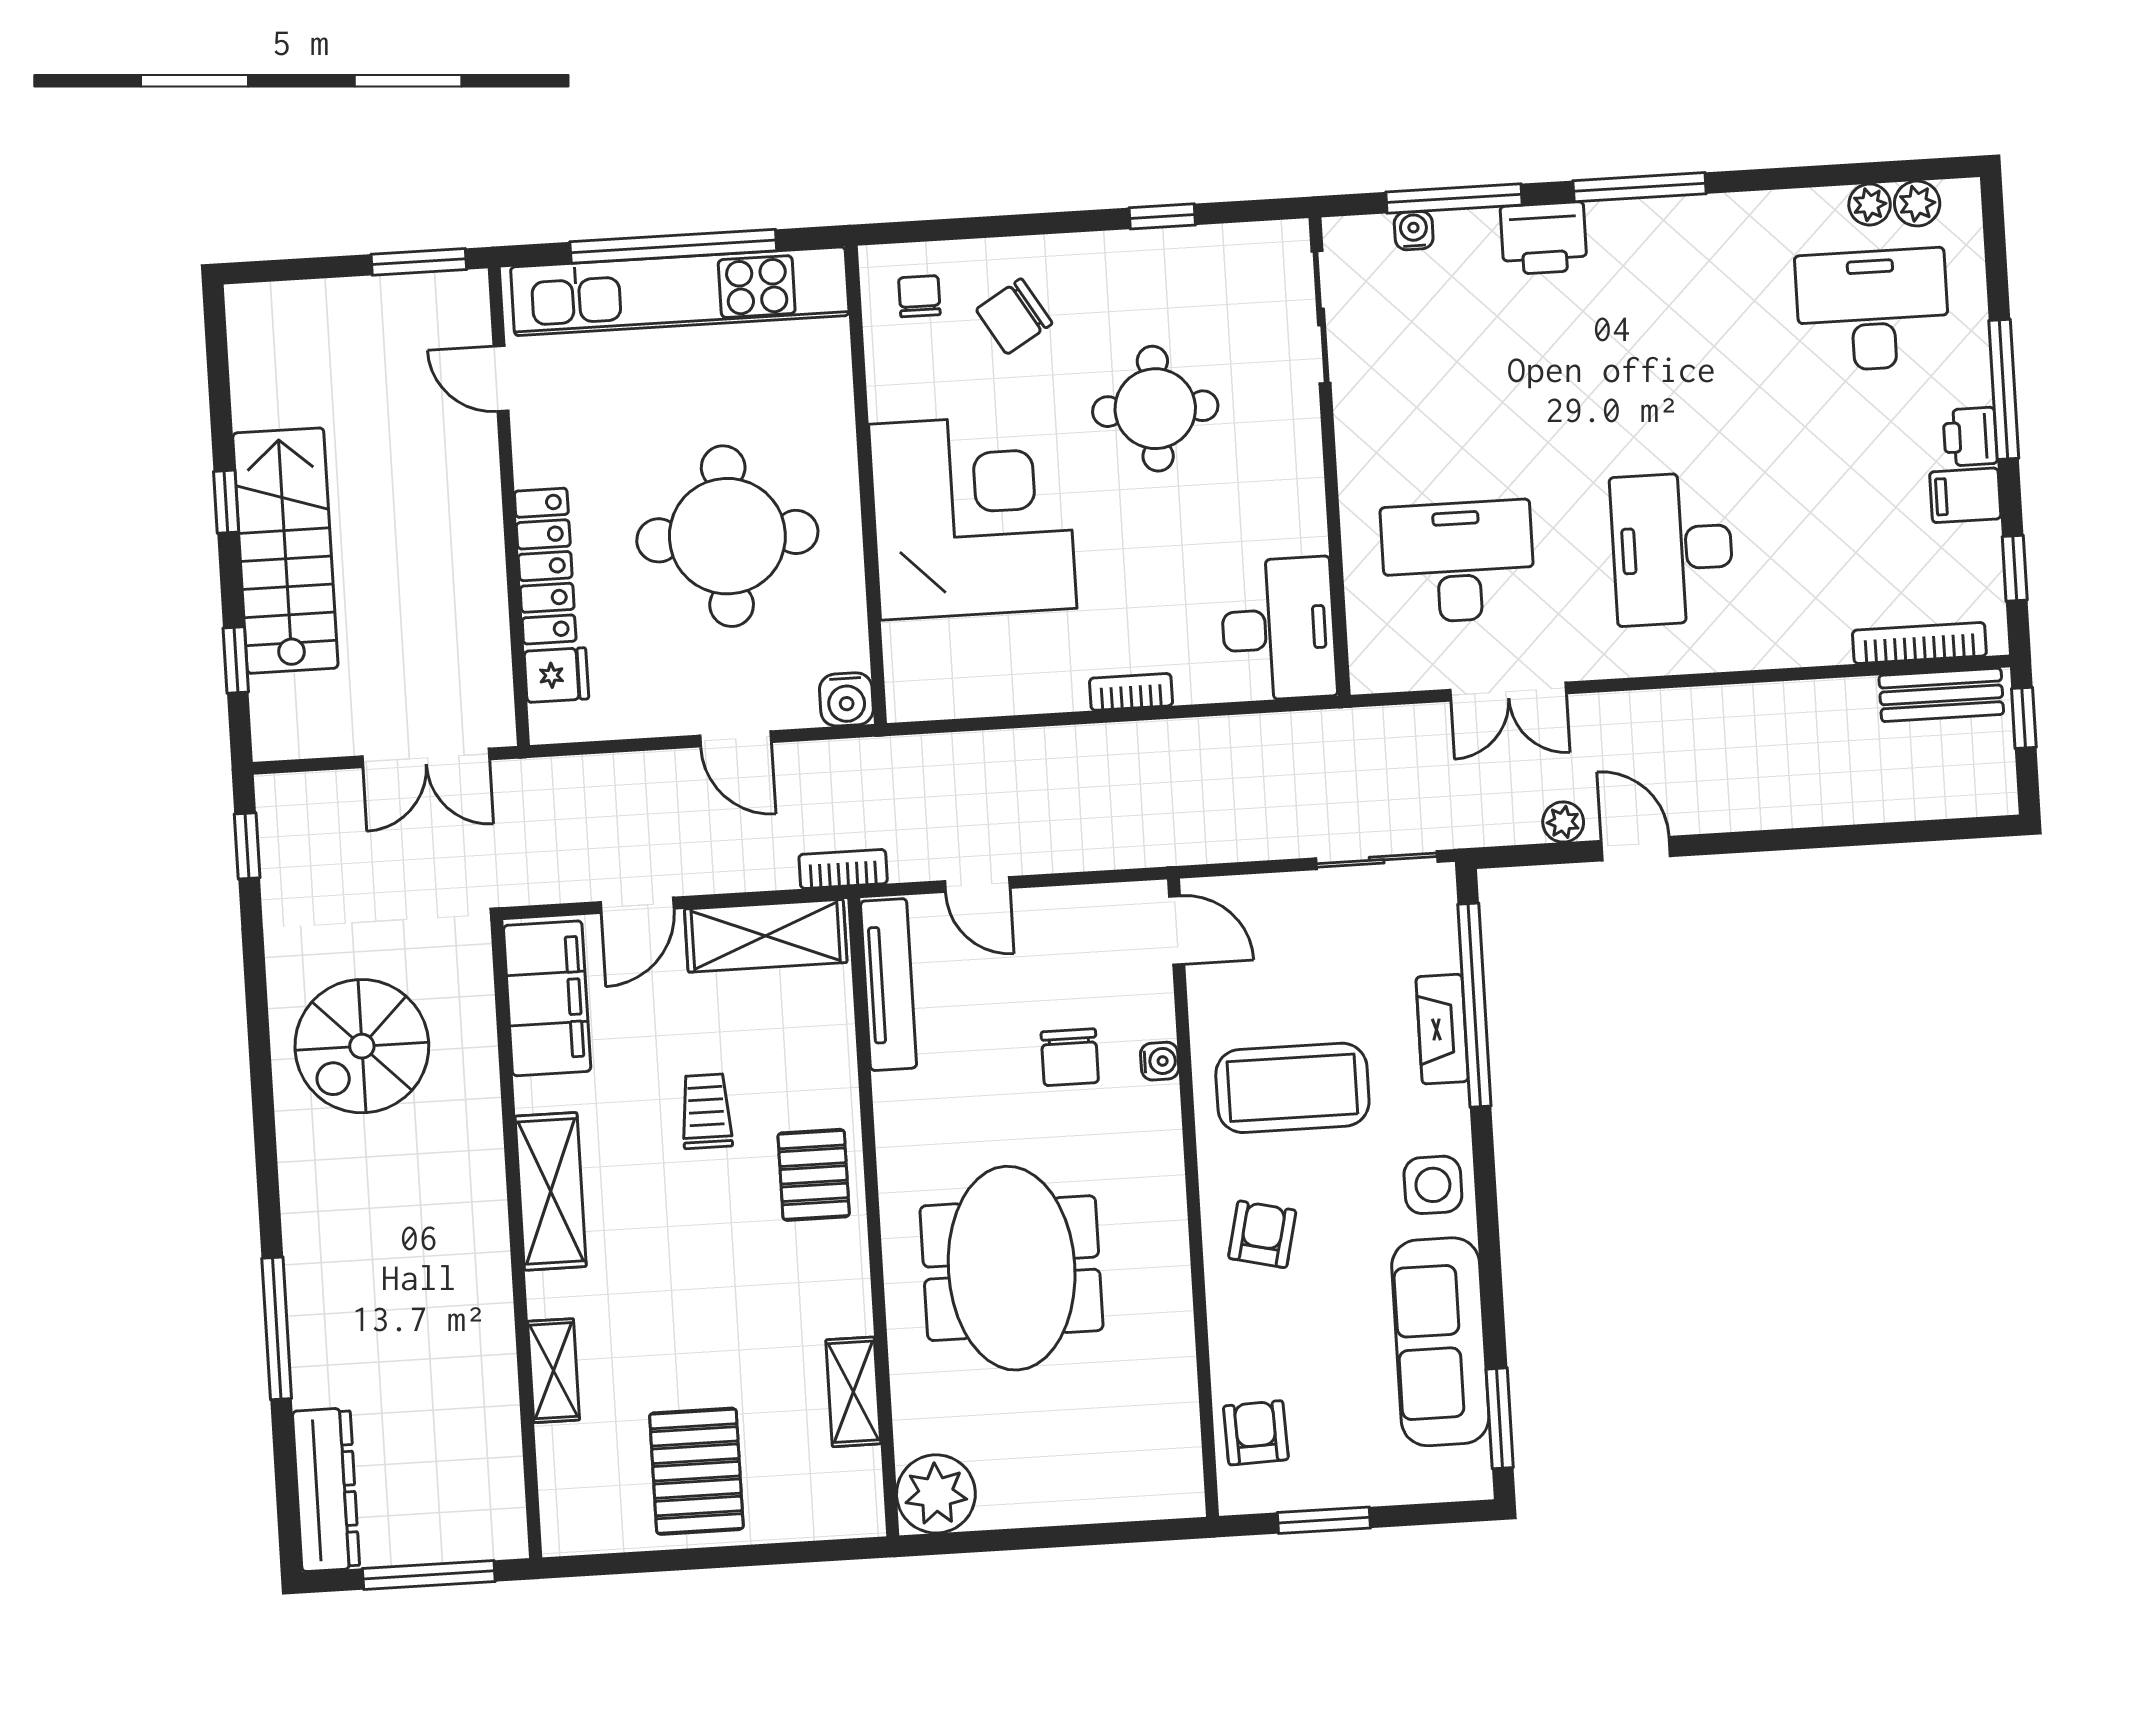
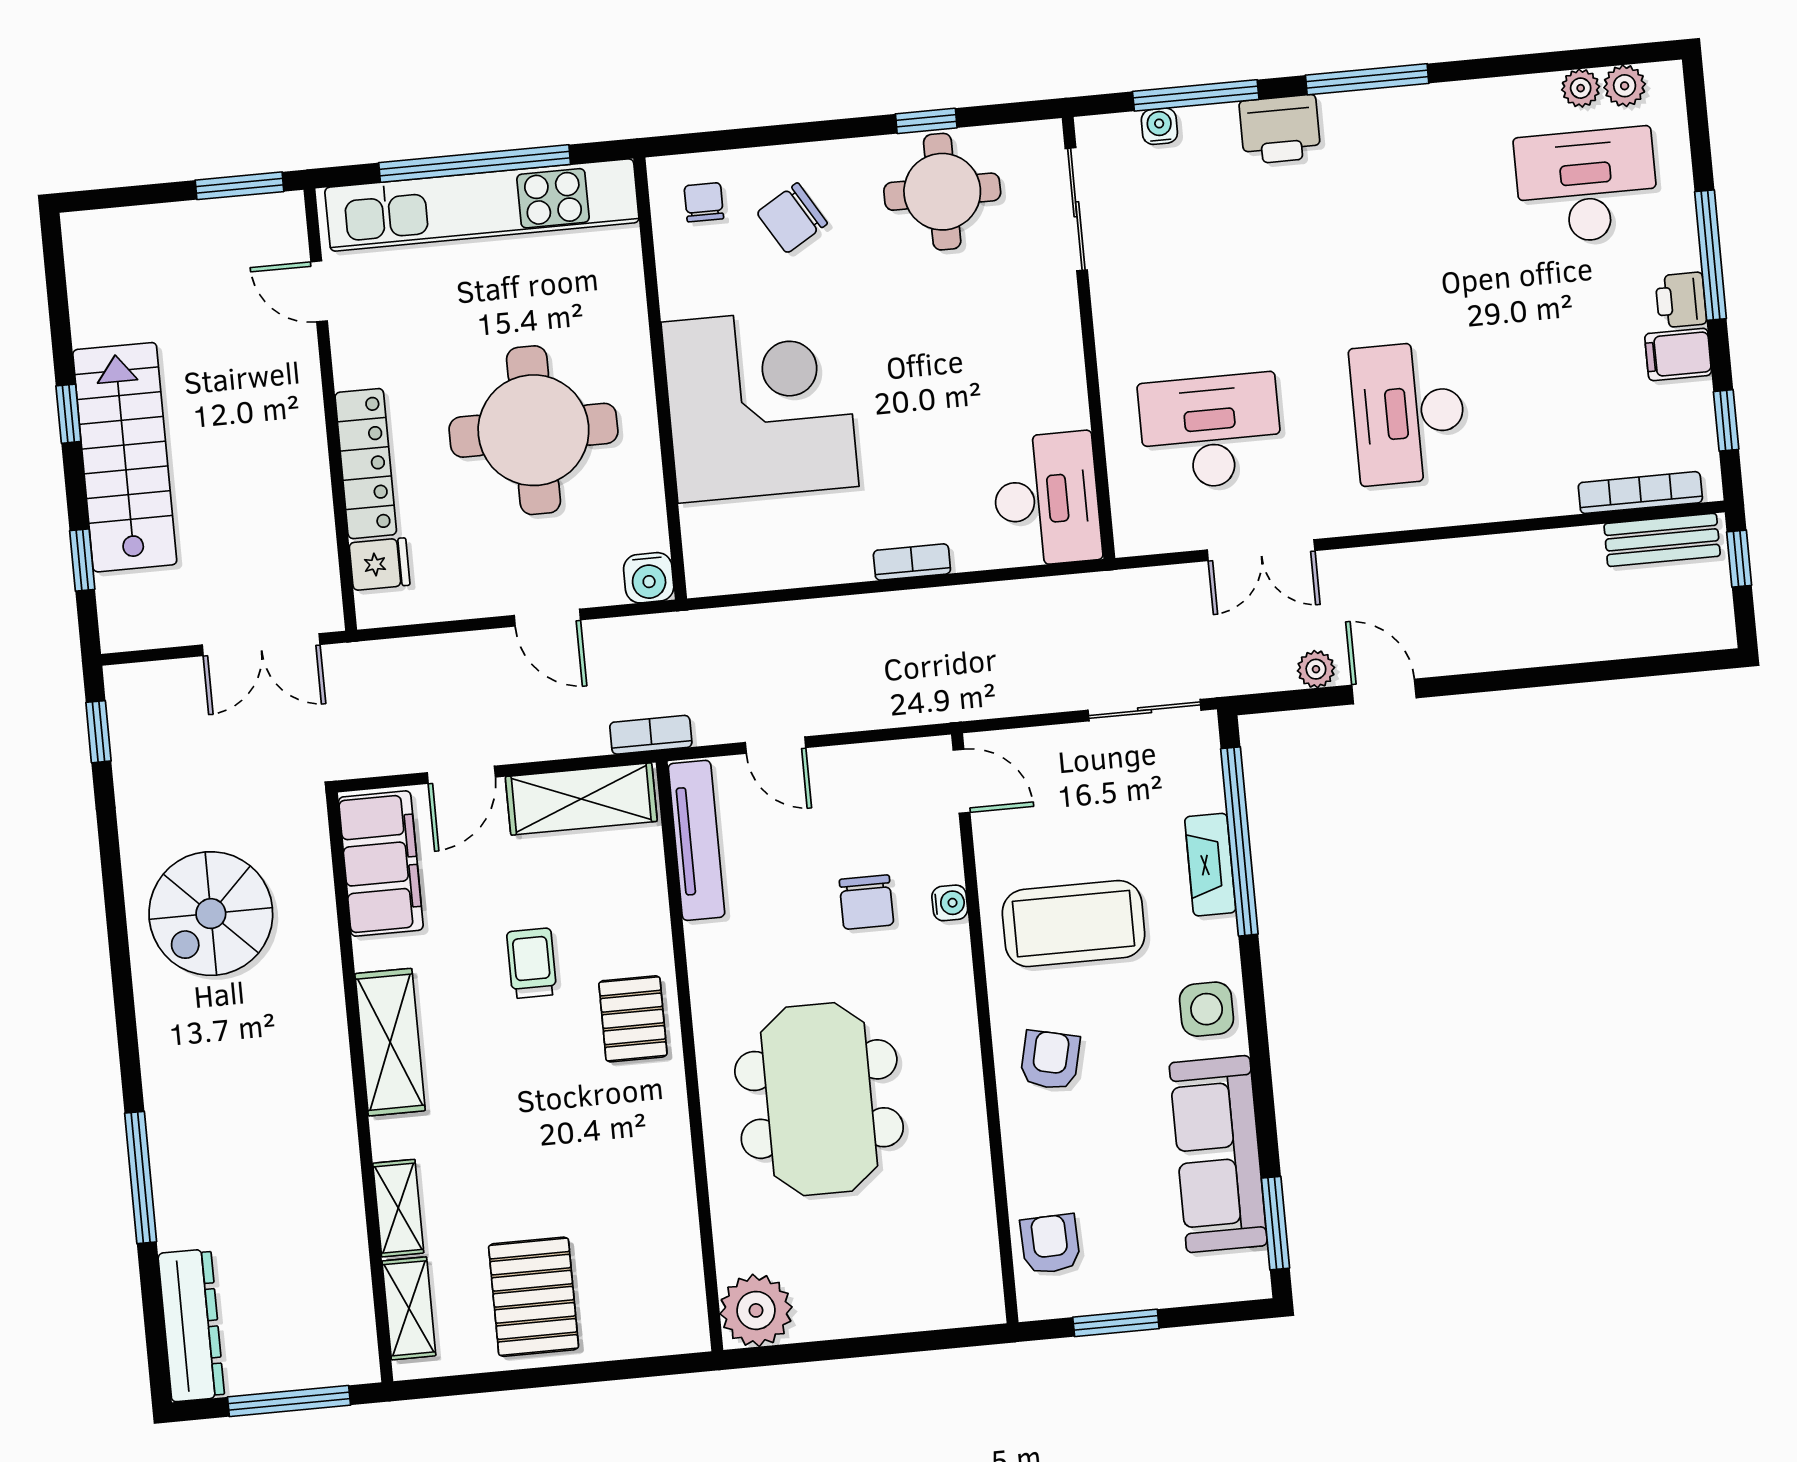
round table: (1155, 409) -> (942, 192), moved
shelving: (853, 1392) -> (409, 1308), moved

